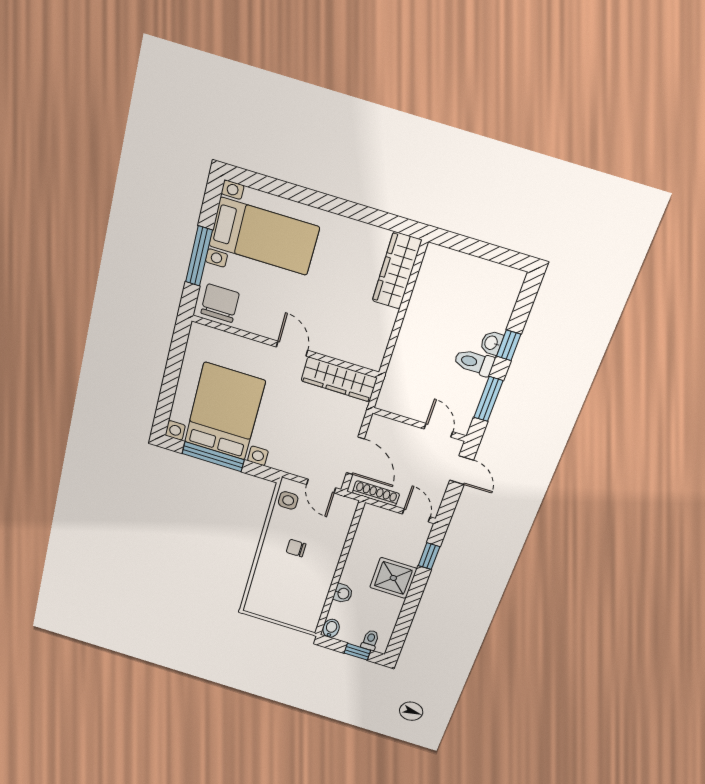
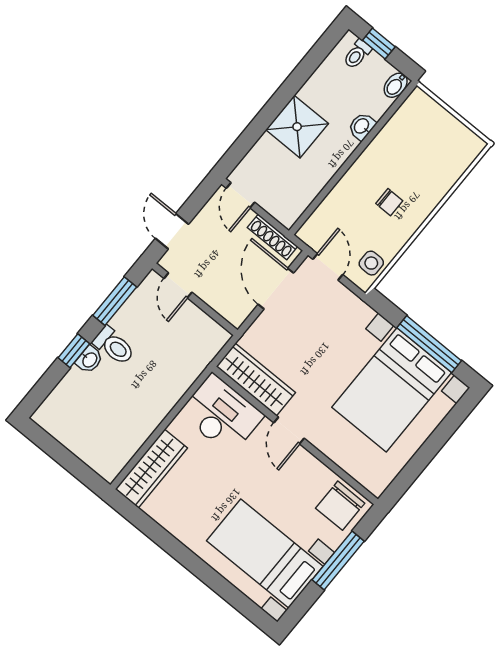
desk: (355, 340) -> (222, 414), added
window: (429, 556) -> (247, 140), removed

